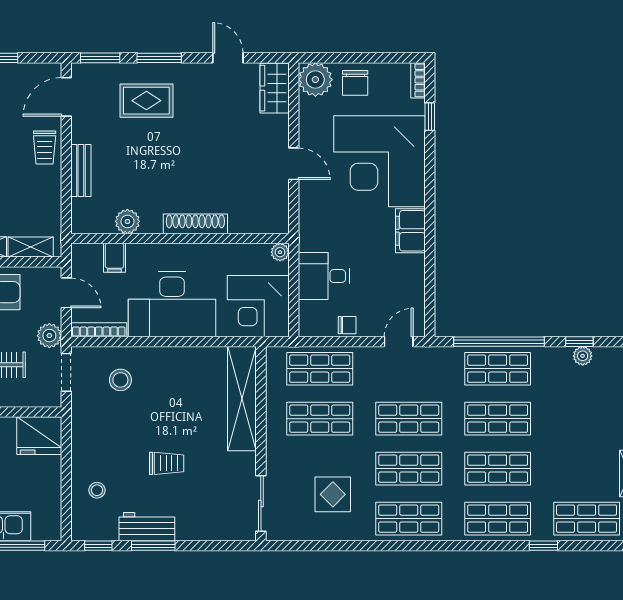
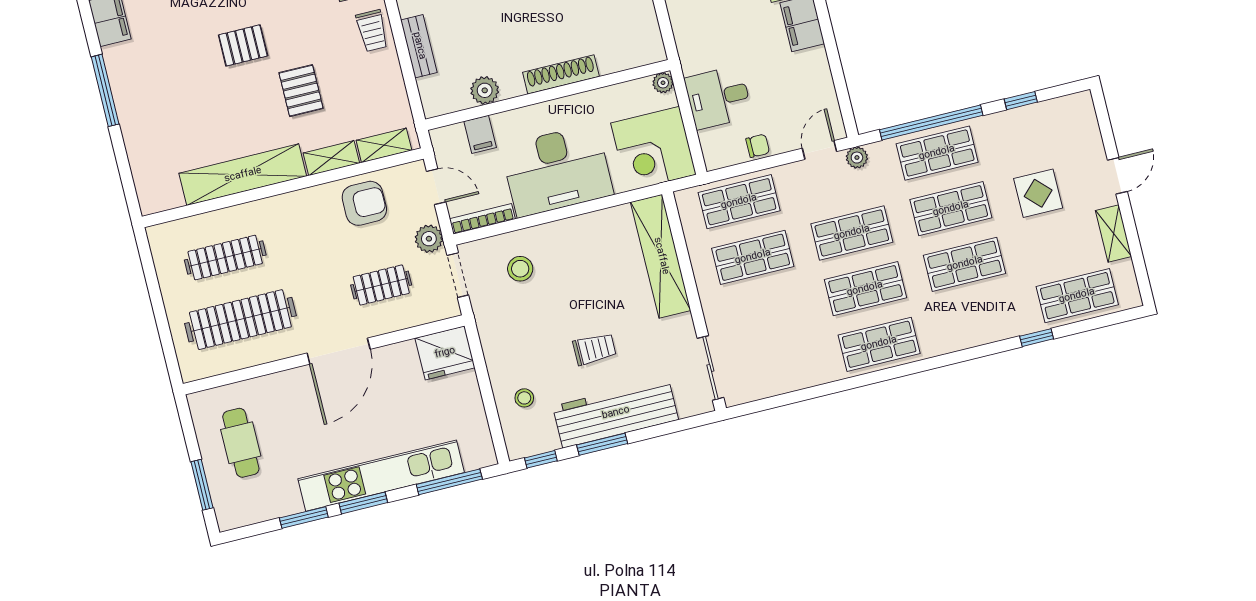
plant: (583, 356) -> (857, 158), moved
display table: (333, 494) -> (1038, 193), moved
shop shelf: (498, 519) -> (978, 320), removed
workbench: (147, 527) -> (616, 413), width x1.88, depth x1.32

